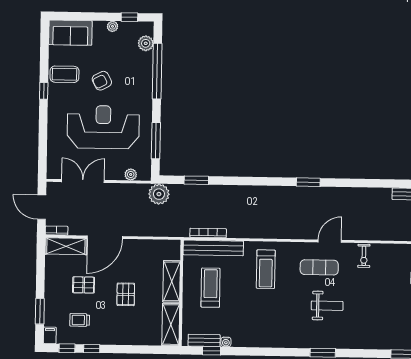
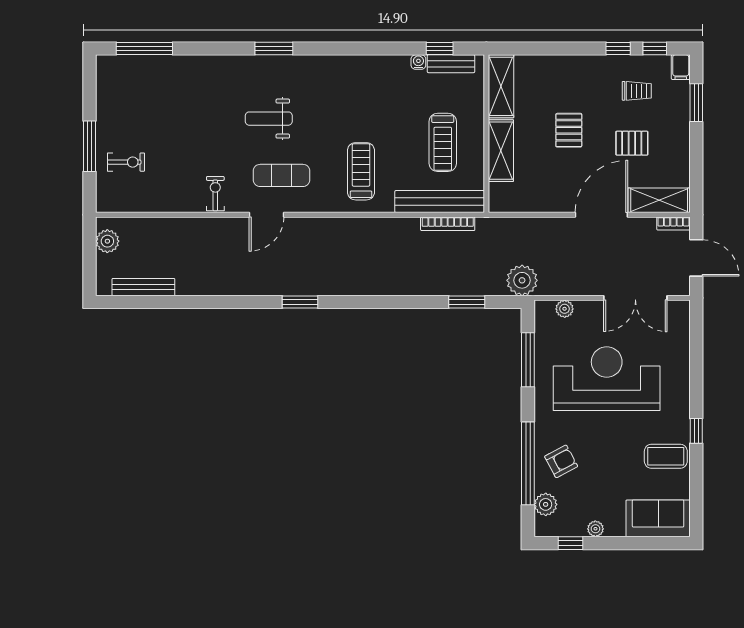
armchair: (102, 81) -> (561, 461), moved
reception desk: (103, 127) -> (607, 379), turned 180

